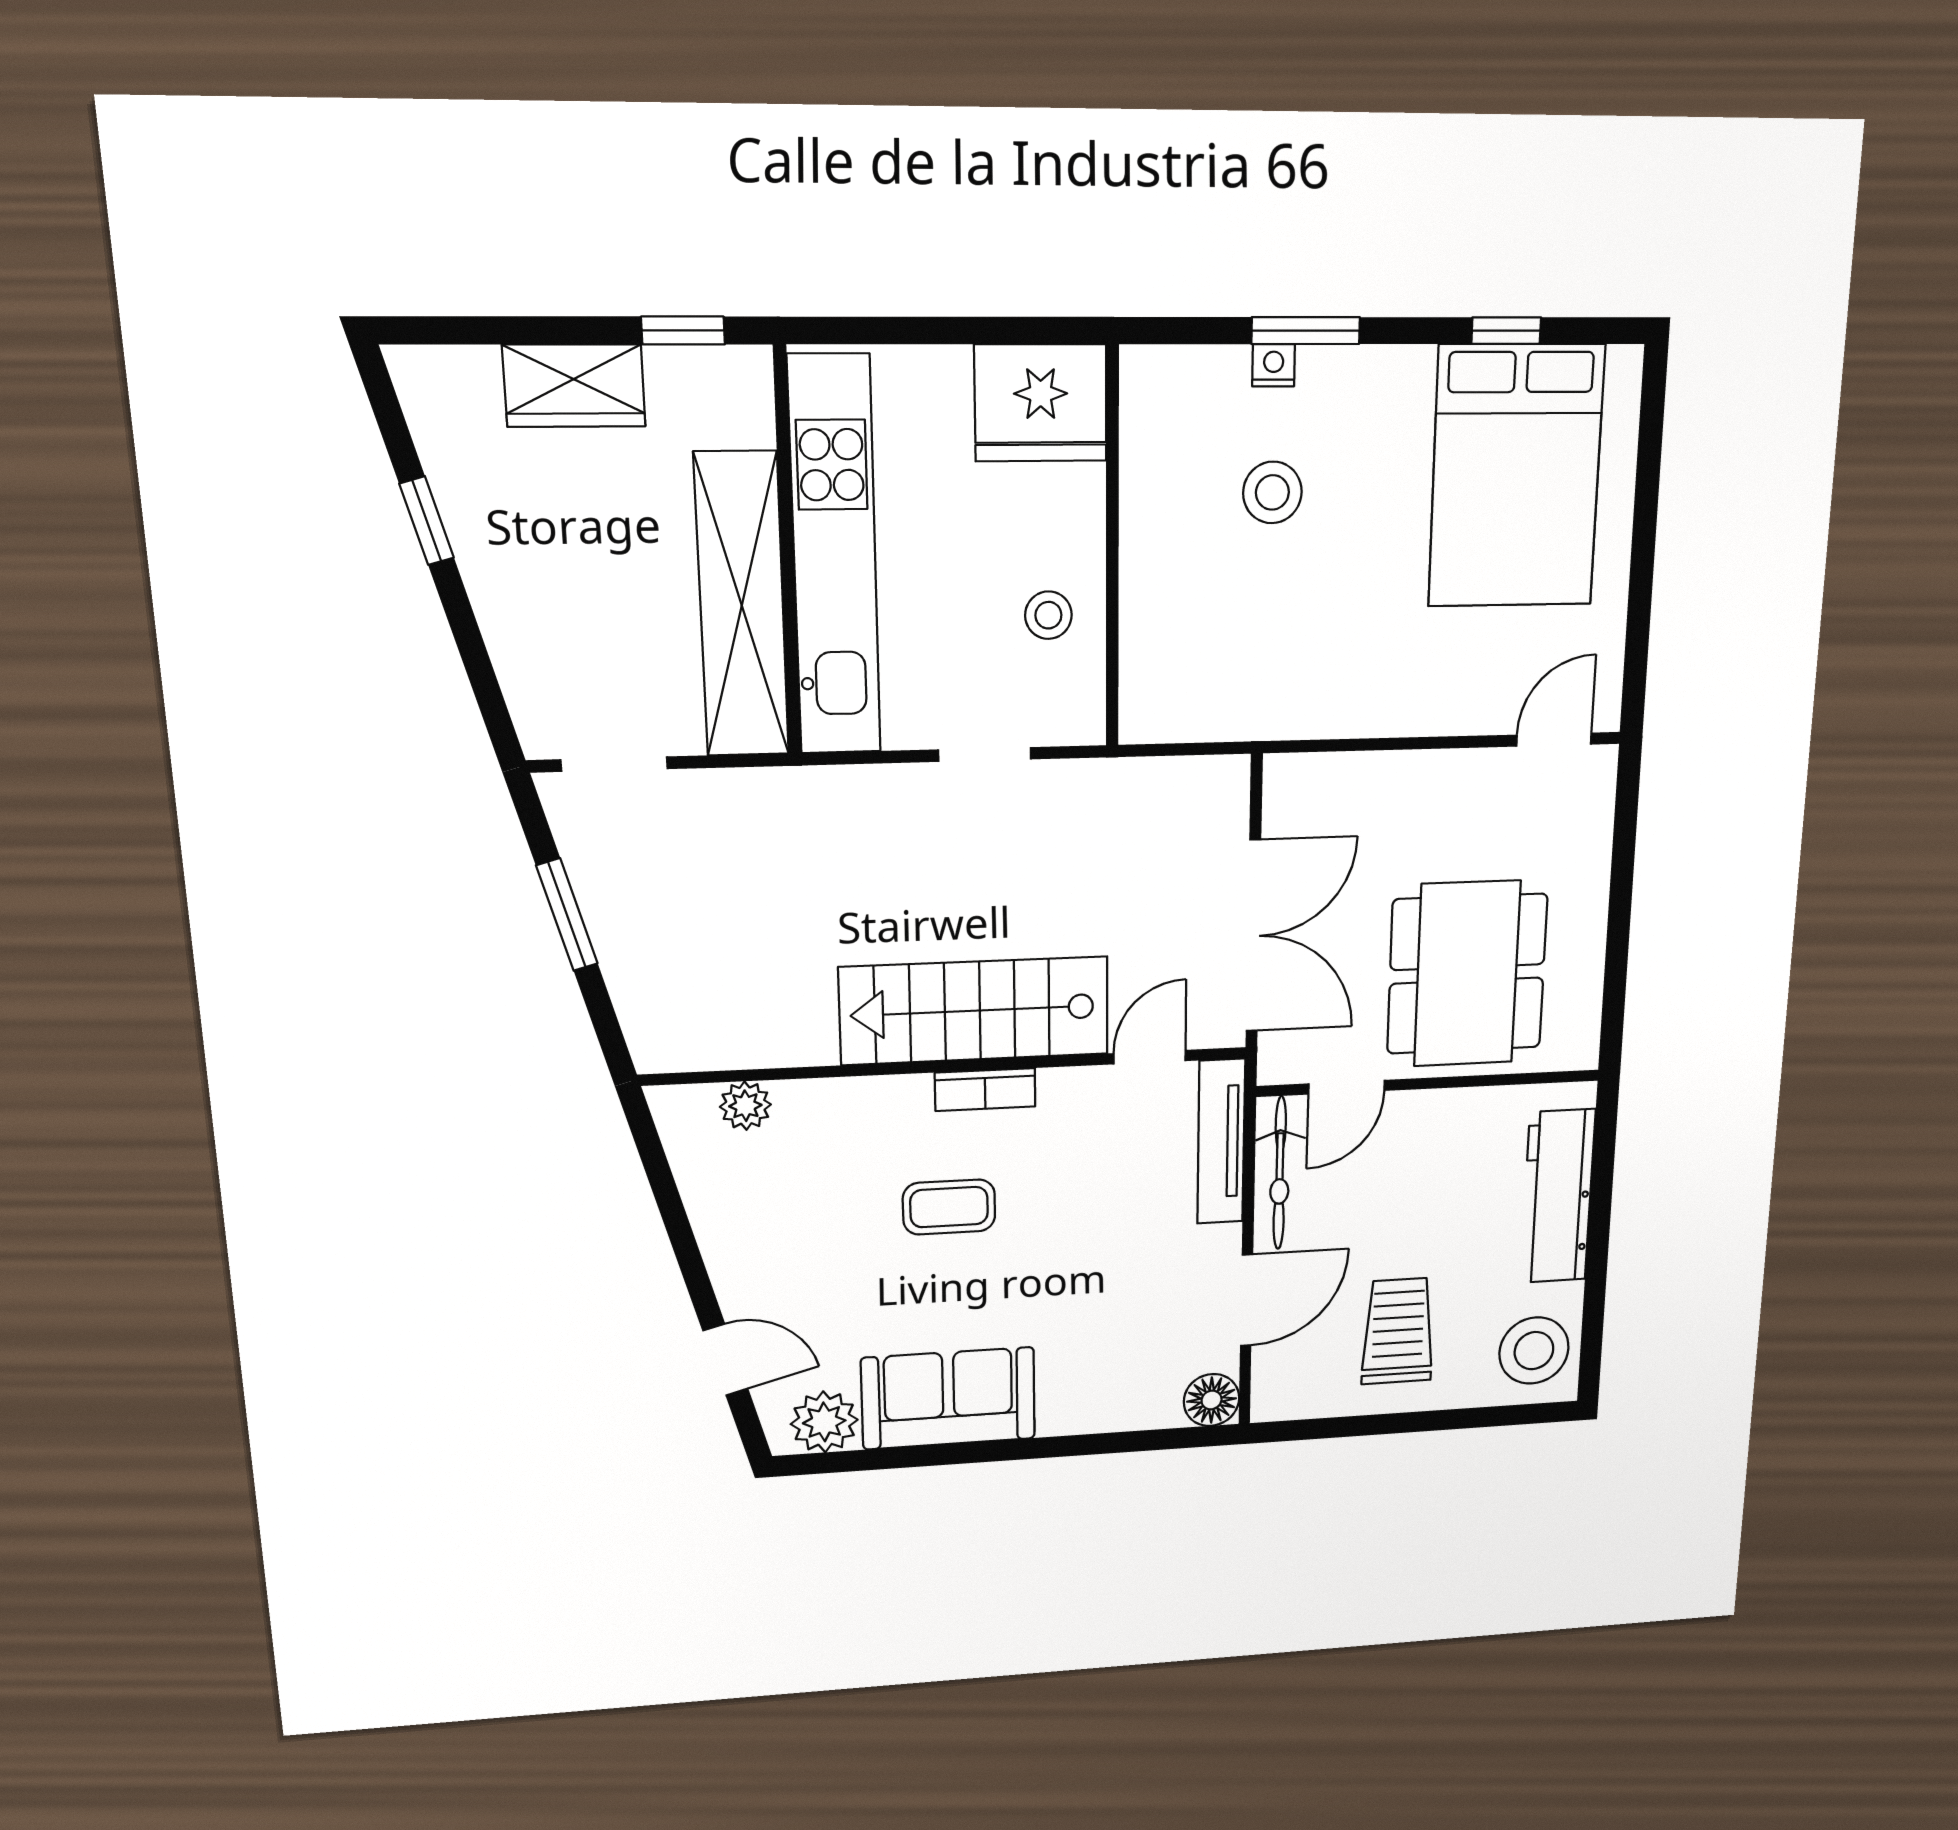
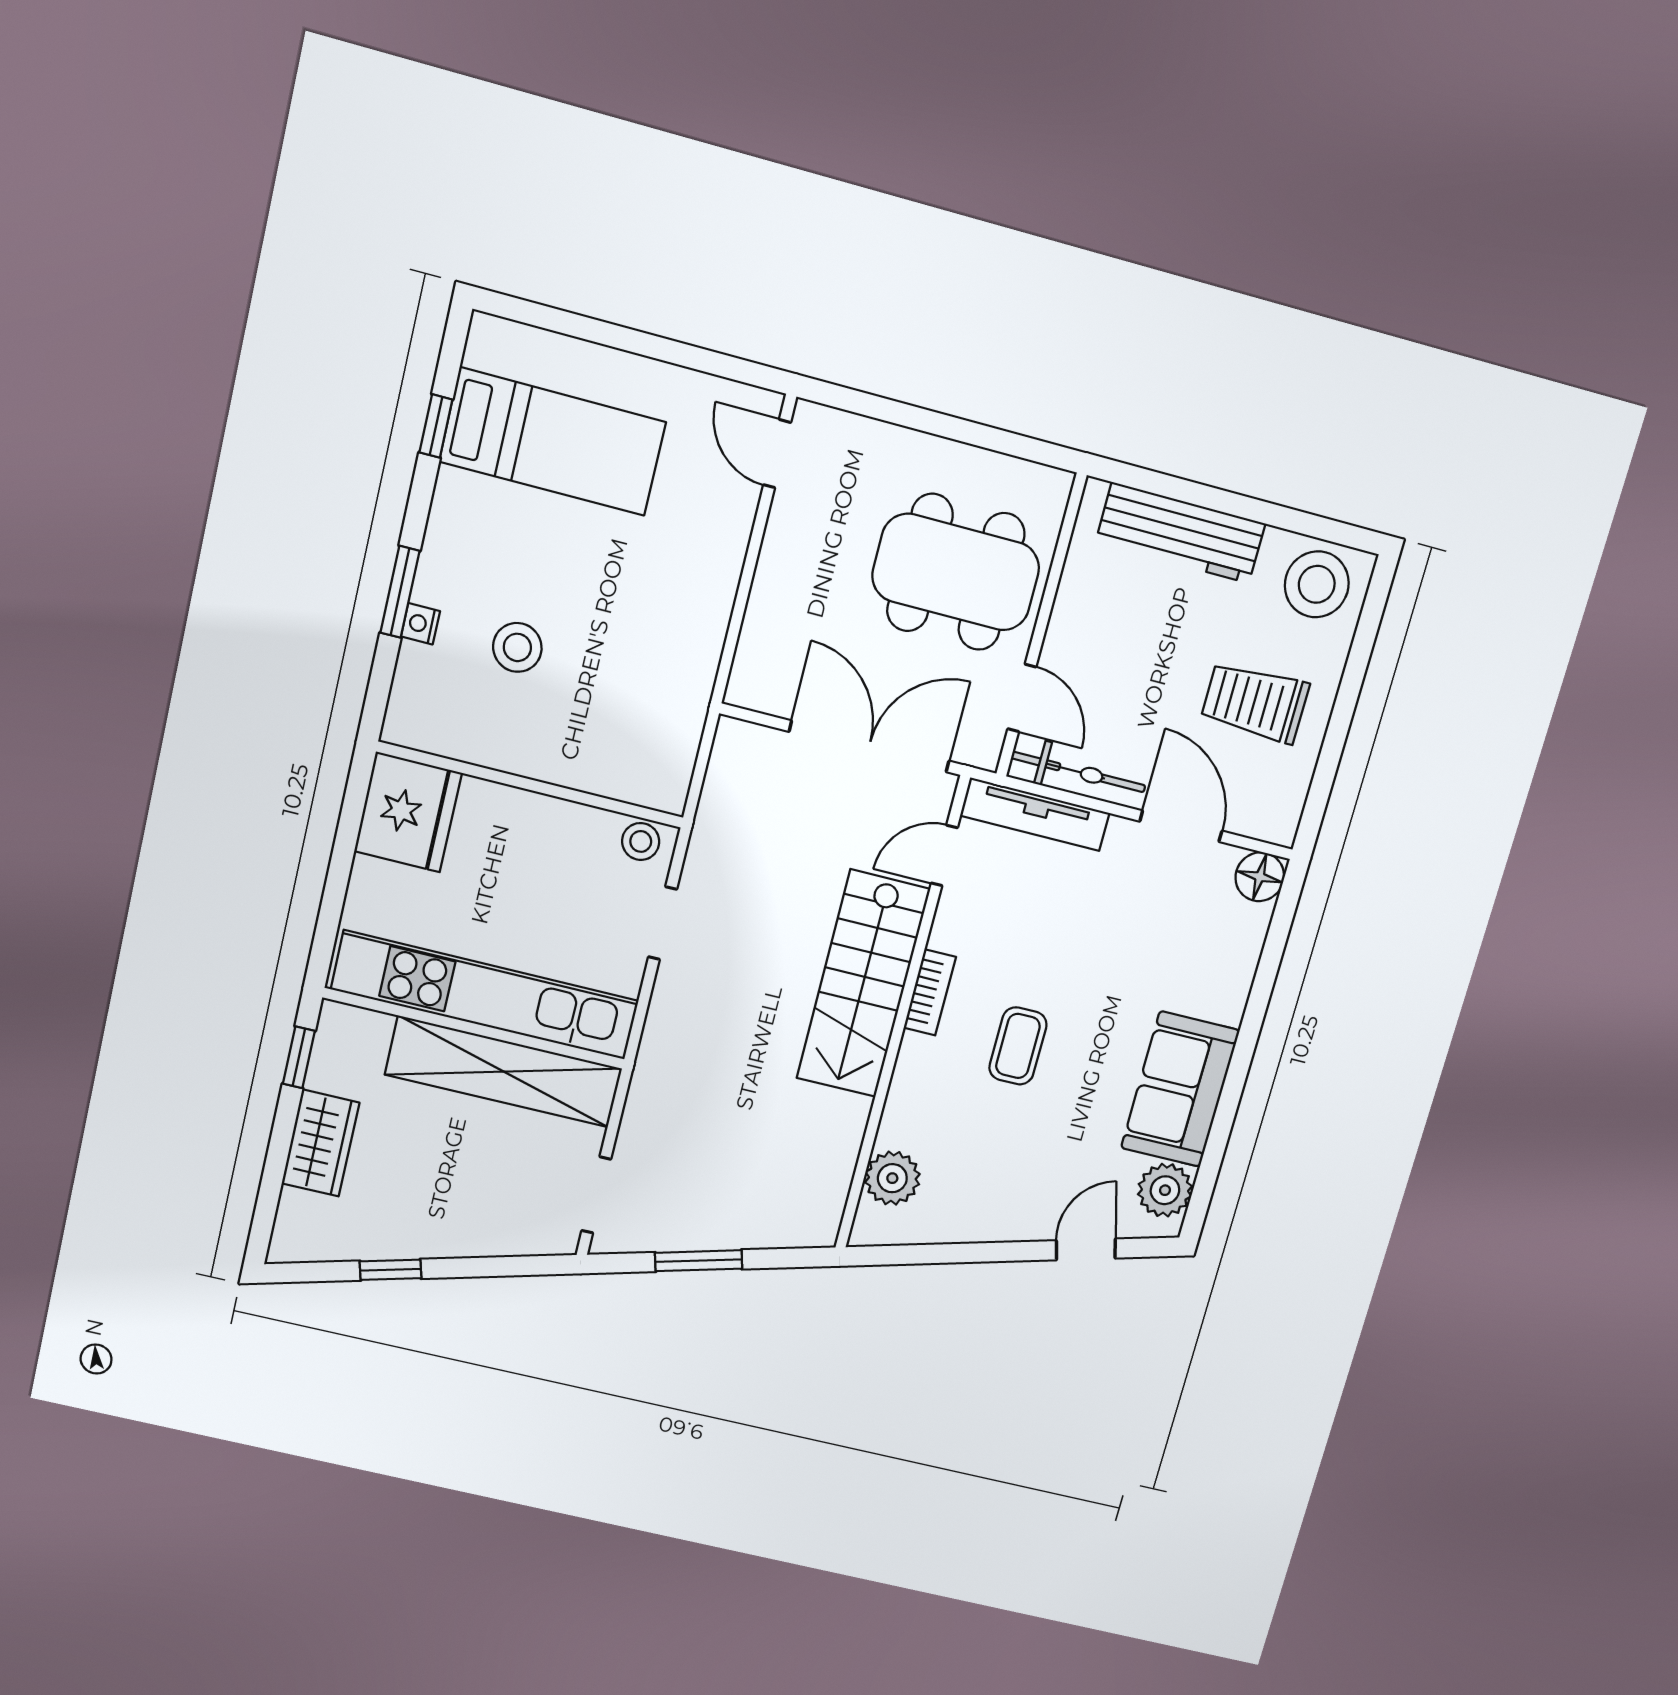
bed: (1516, 476) -> (553, 442), width x0.67
stool: (1048, 615) -> (641, 841), moved
door: (1150, 1057) -> (944, 855), hinge flipped
plant: (745, 1106) -> (892, 1178), width x1.38, depth x1.38

